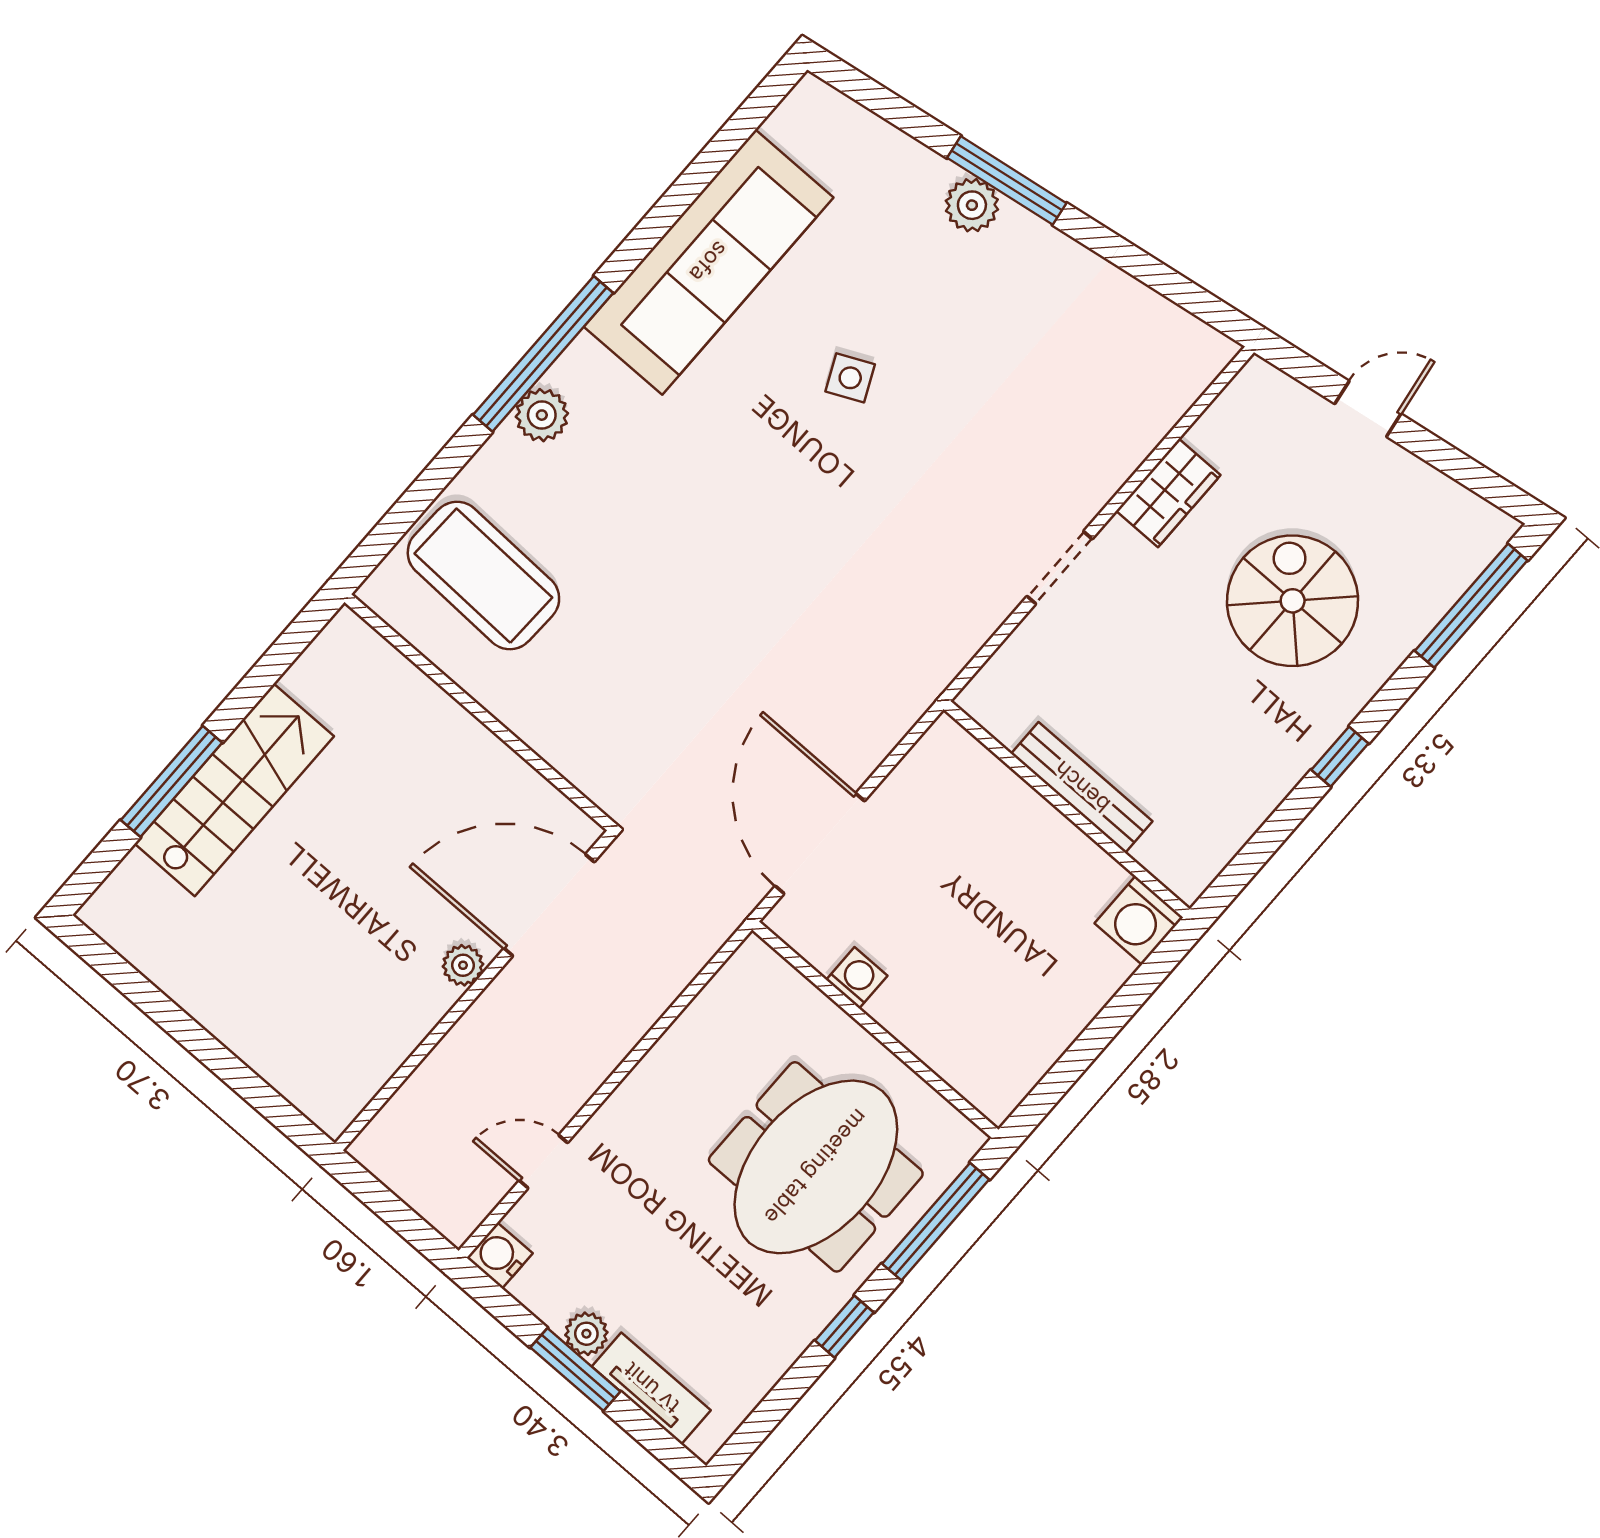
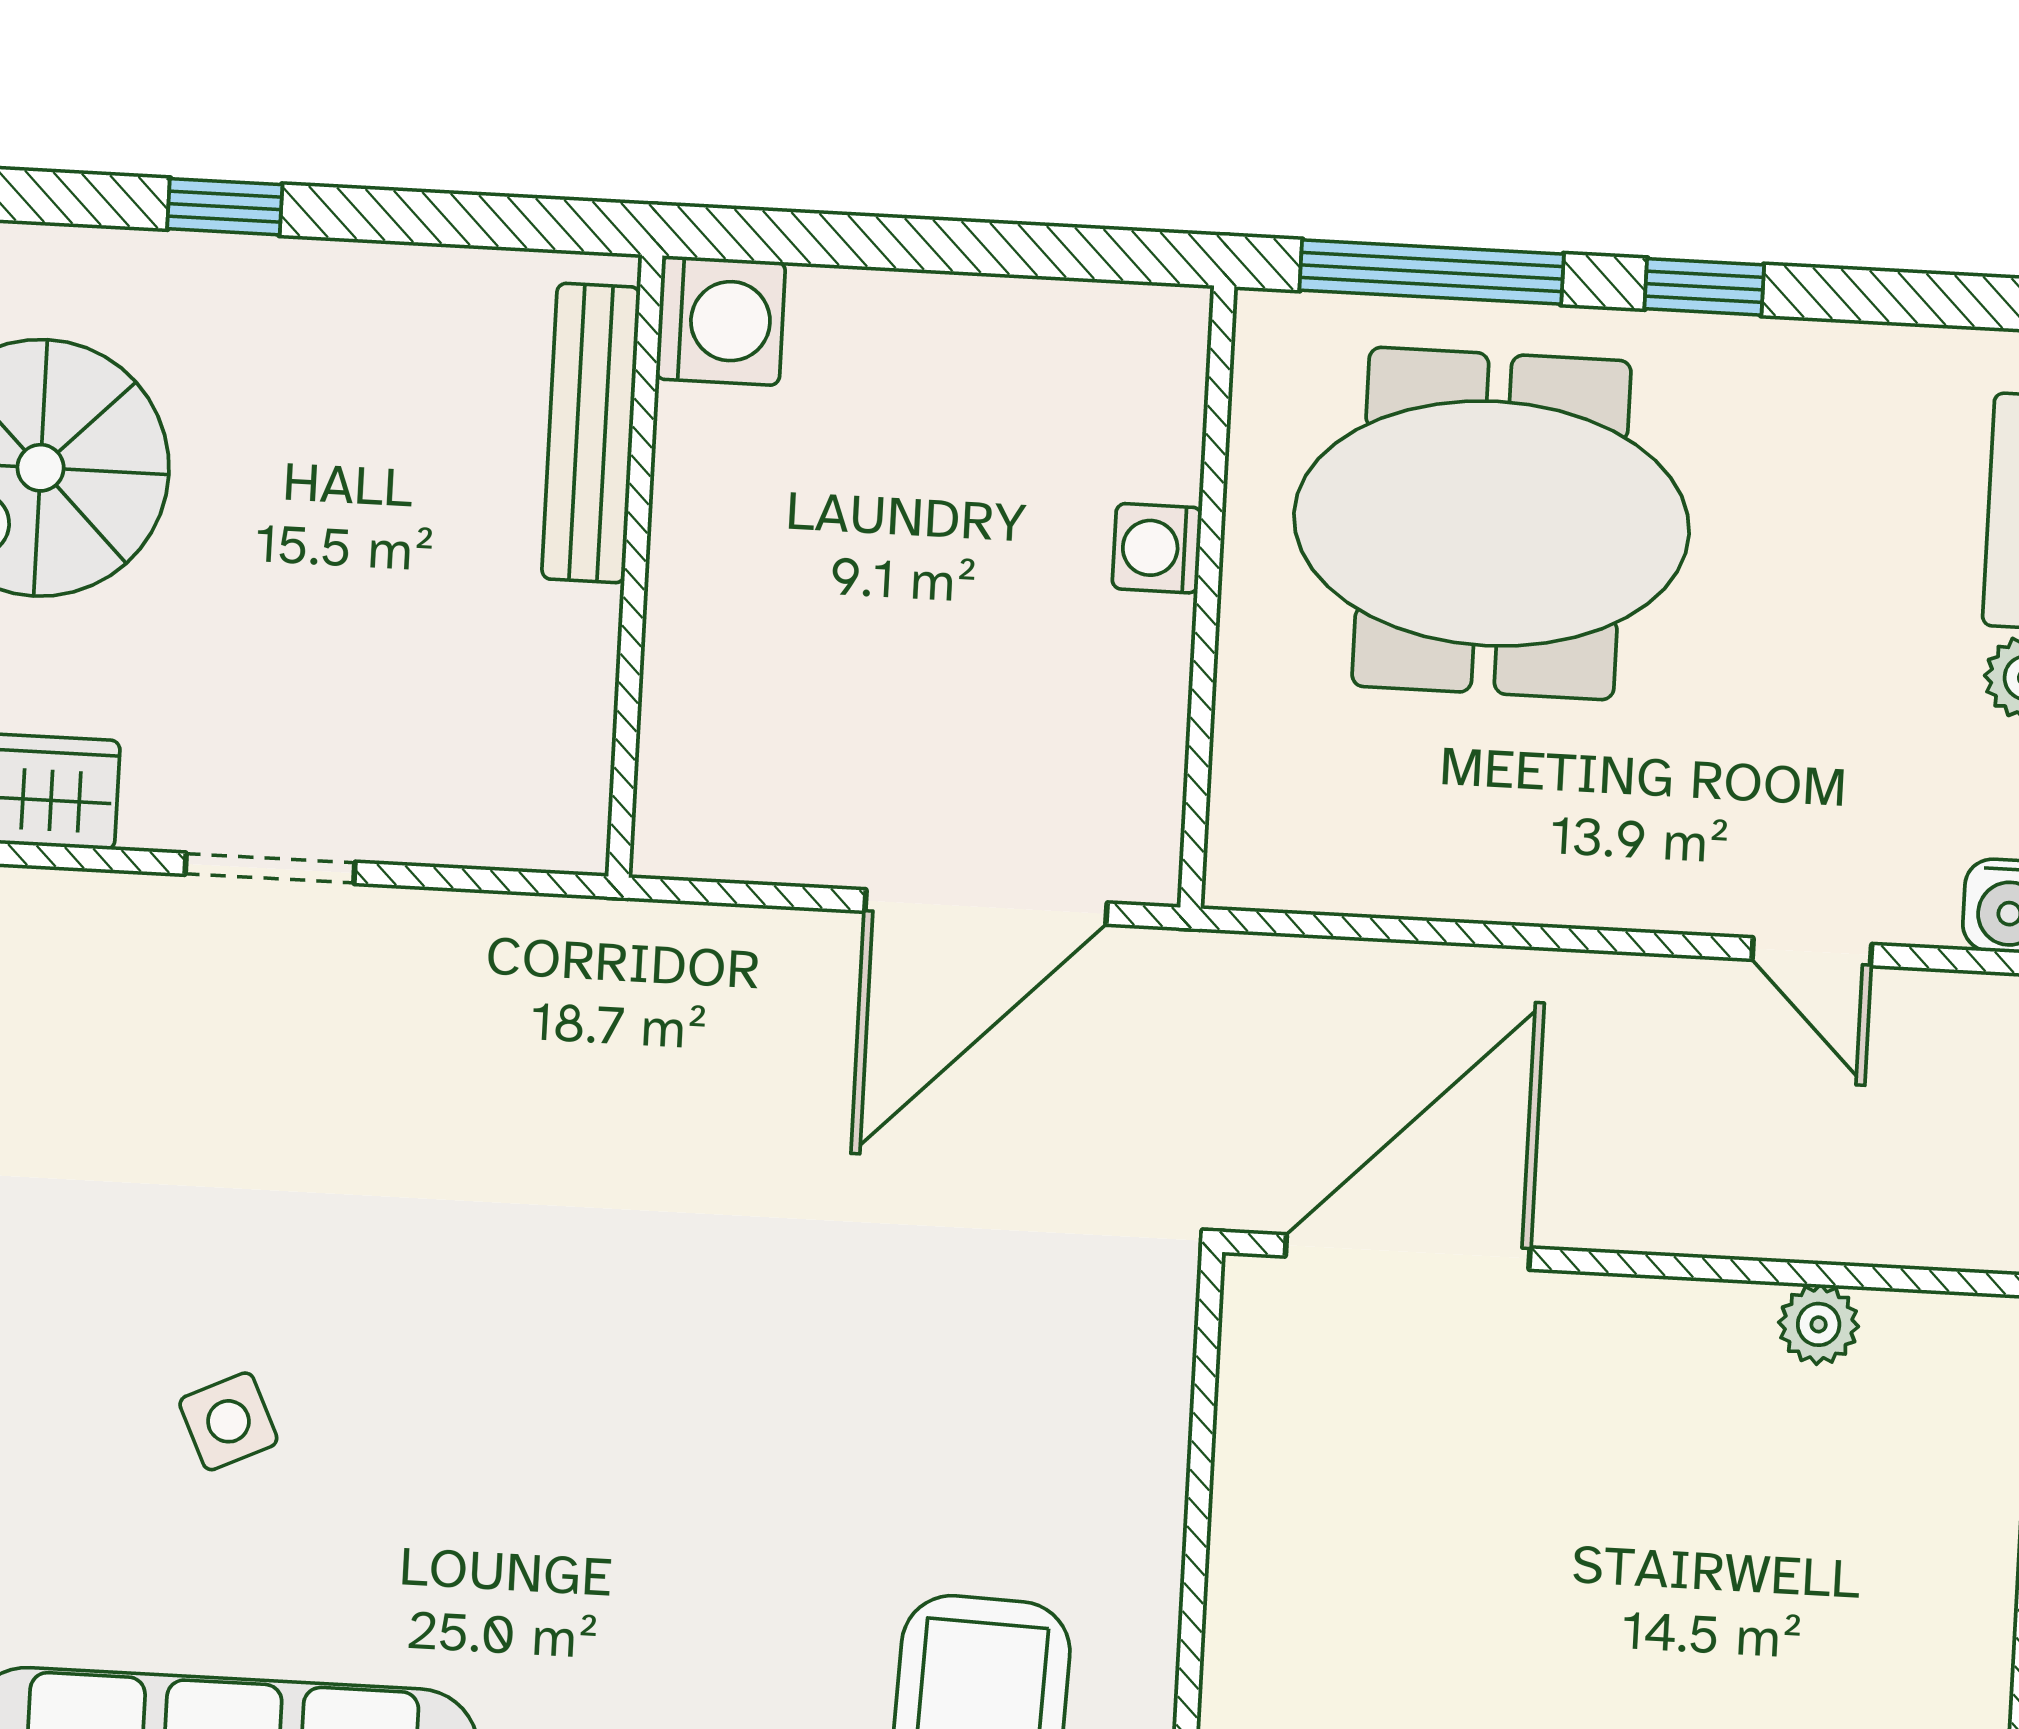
bench: (1082, 787) -> (591, 433), moved
door: (549, 905) -> (1408, 1252), swing flipped
plant: (463, 965) -> (1819, 1324), moved
washing machine: (857, 978) -> (1157, 548), moved

